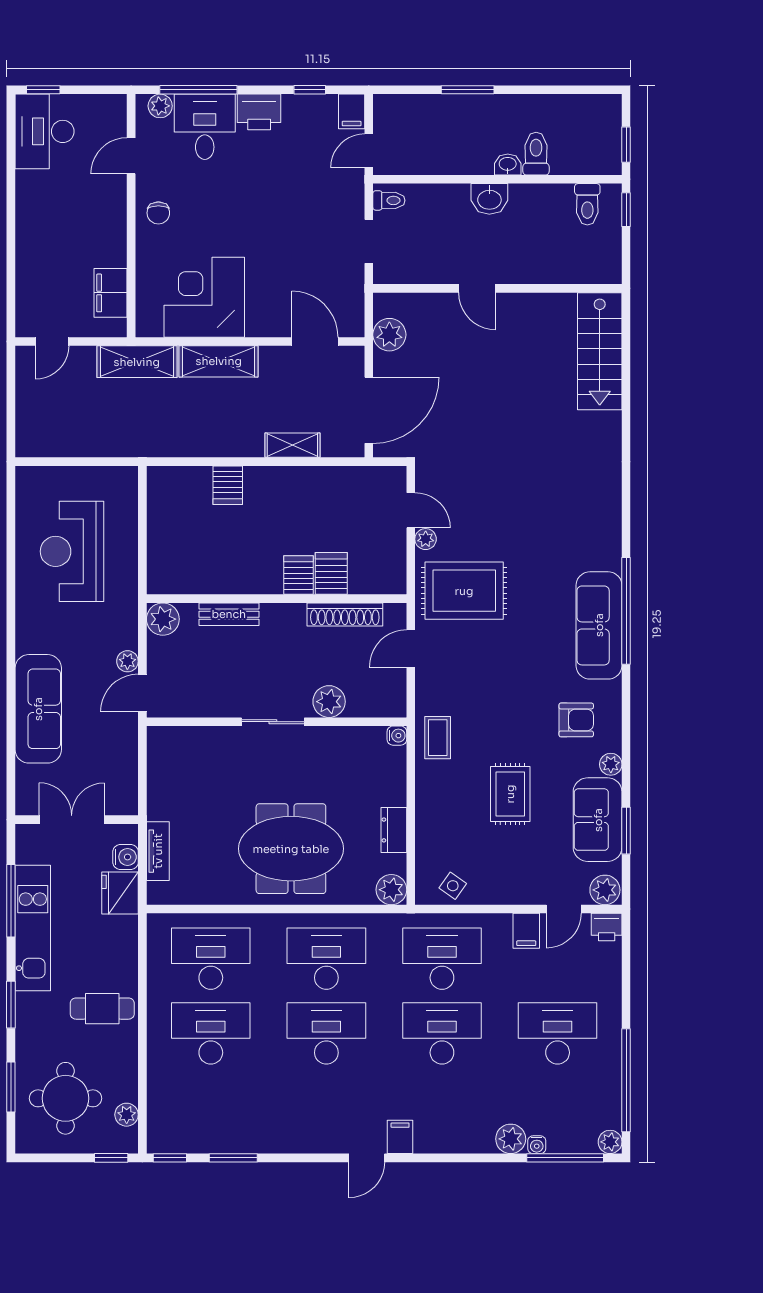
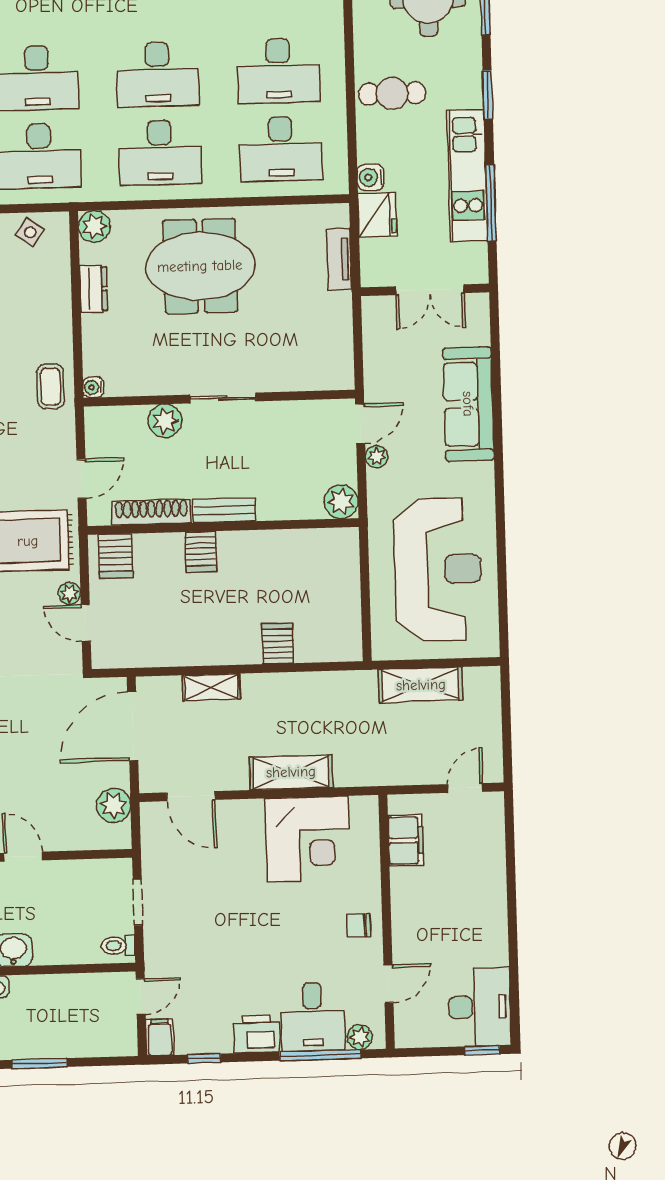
chair: (158, 213) -> (358, 925), turned -90
shelving: (137, 362) -> (421, 685), moved
reception desk: (72, 551) -> (438, 569), width x1.36, depth x1.30
server rack: (331, 573) -> (116, 556), moved
bench: (229, 614) -> (224, 510), moved
water cooler: (126, 857) -> (370, 177), moved

